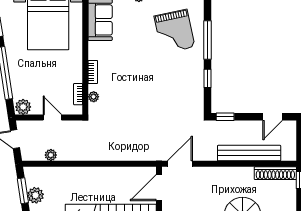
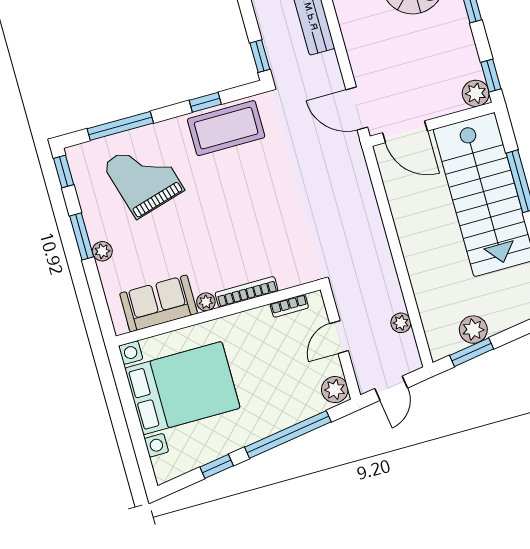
grand piano: (174, 31) -> (144, 177), turned -94
window: (207, 40) -> (120, 126), moved
bookcase: (93, 72) -> (247, 292), width x1.56
coffee table: (189, 86) -> (226, 128), added
plant: (94, 97) -> (206, 302), moved

